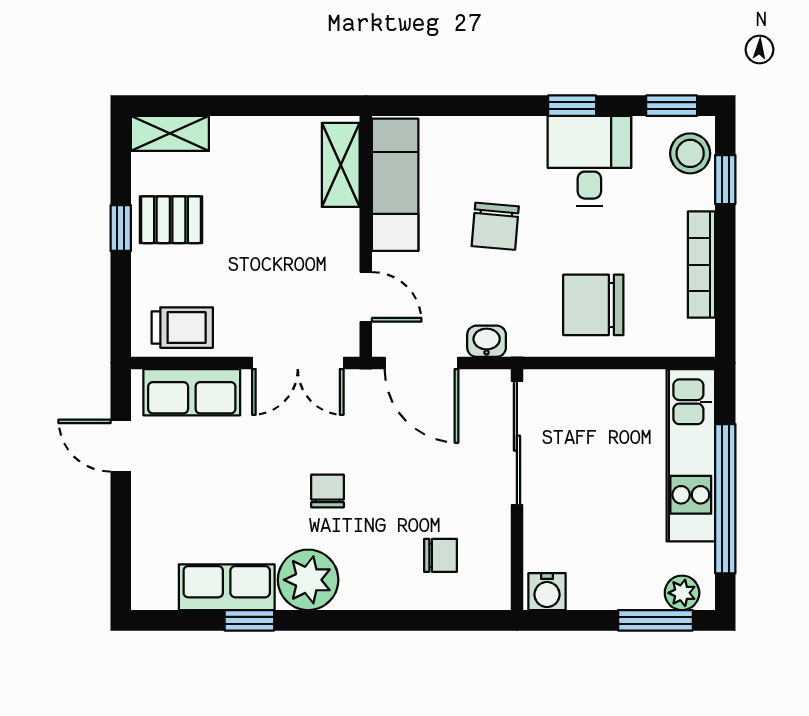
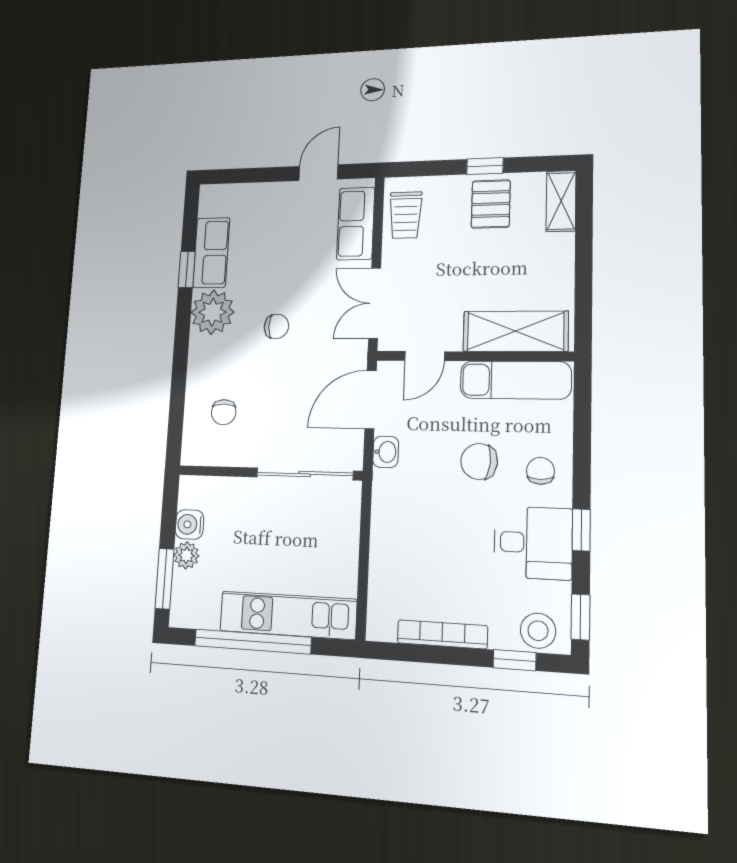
shelving: (341, 165) -> (515, 331), width x1.50, depth x1.33
chair: (593, 305) -> (540, 471), moved, width x0.54, depth x0.54
water cooler: (547, 592) -> (190, 524), moved
plant: (682, 593) -> (186, 555), moved

